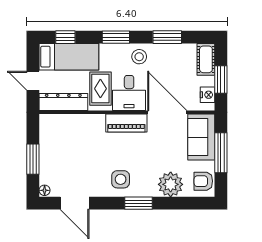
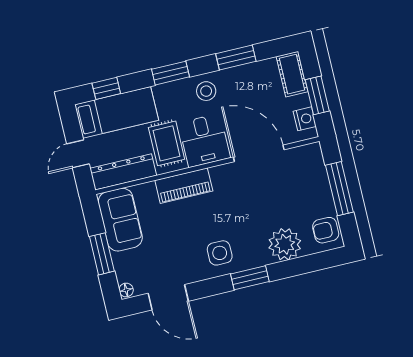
door: (33, 81) -> (78, 154), hinge flipped
piano: (126, 123) -> (184, 186), moved
sofa: (201, 137) -> (120, 220), moved, turned 180

